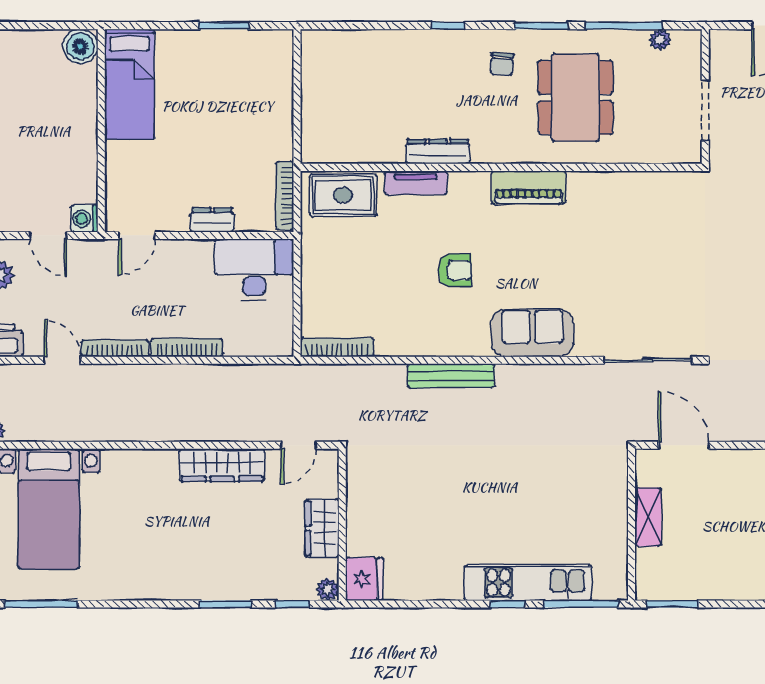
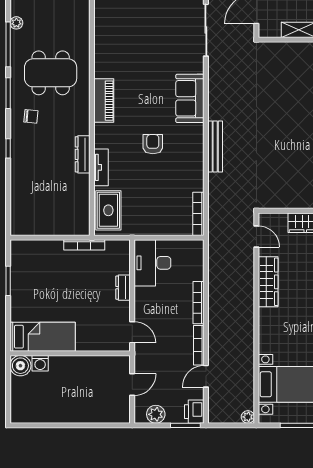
bookcase: (285, 196) -> (84, 245), moved
washing machine: (84, 219) -> (40, 363), moved

